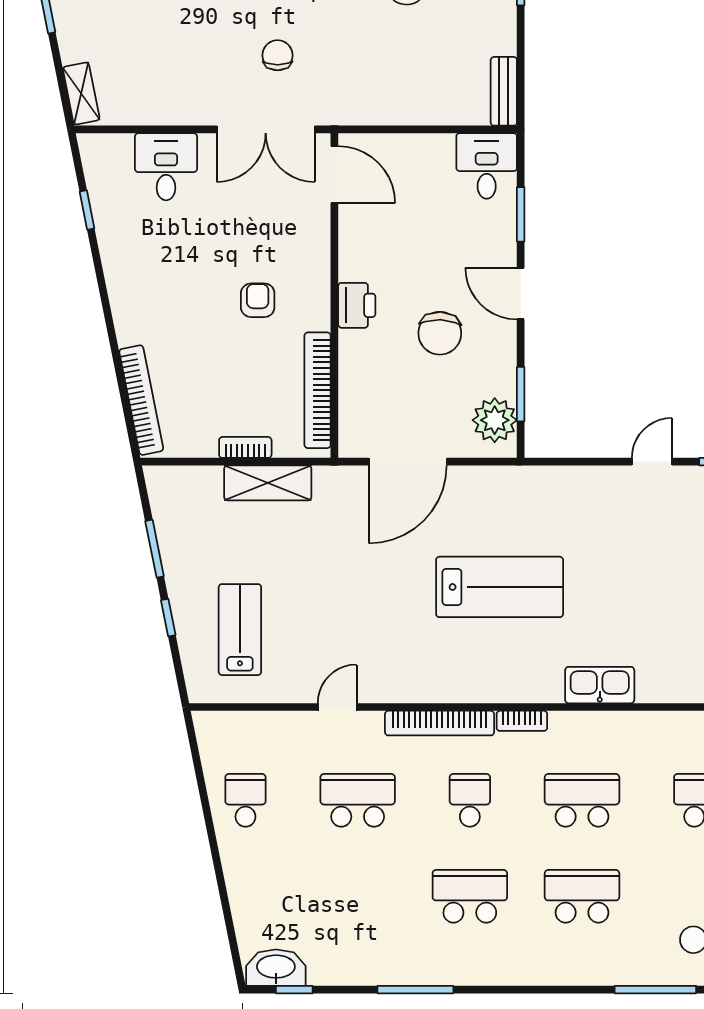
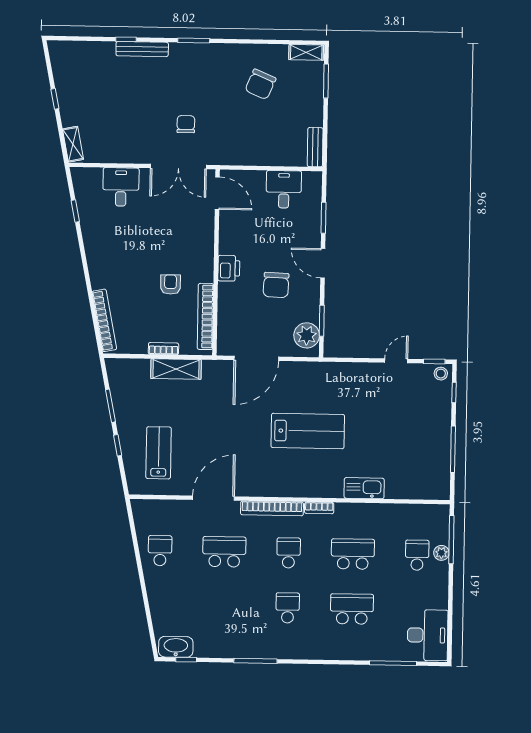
desk: (487, 166) -> (284, 189), moved
armchair: (258, 300) -> (170, 284), moved
door: (337, 707) -> (214, 498), width x1.88
school desk: (470, 896) -> (288, 608), width x0.54

